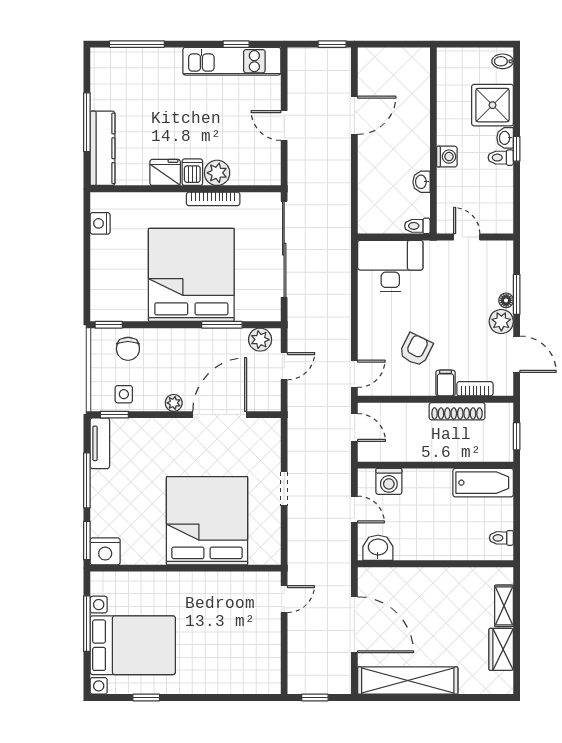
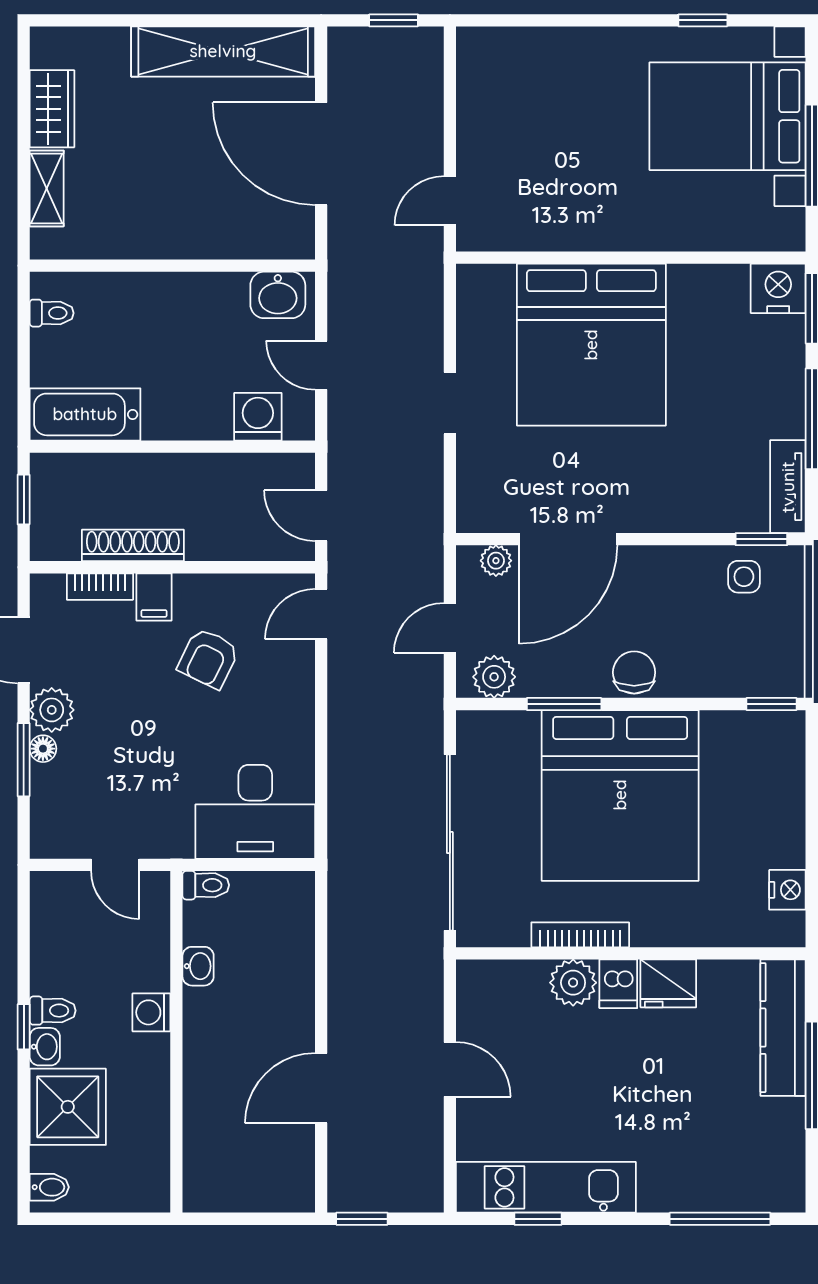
chair: (128, 349) -> (634, 672), moved
plant: (174, 403) -> (496, 561), moved

